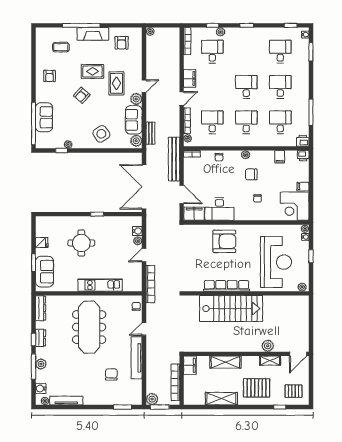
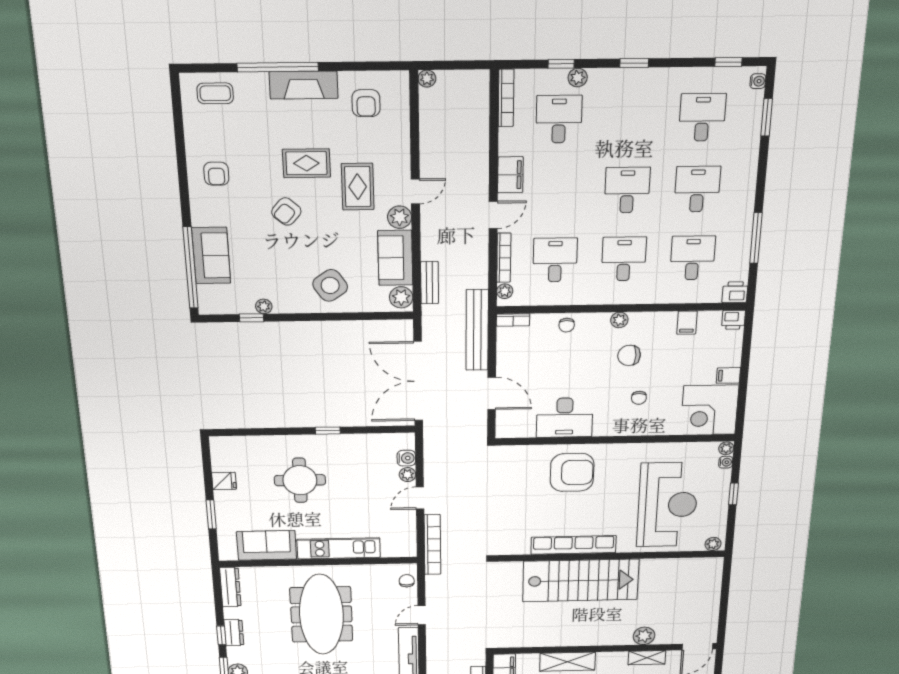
coffee table: (61, 47) -> (215, 93), moved
filing cabinet: (194, 214) -> (516, 427), removed
sofa: (45, 272) -> (267, 545), moved, turned -90

